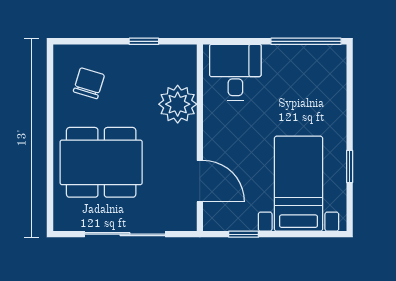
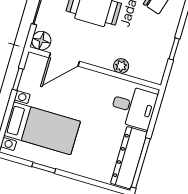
dresser: (304, 59) -> (129, 158), added
plant: (178, 104) -> (121, 66), width x0.53, depth x0.53
floor lamp: (184, 218) -> (41, 41), added

